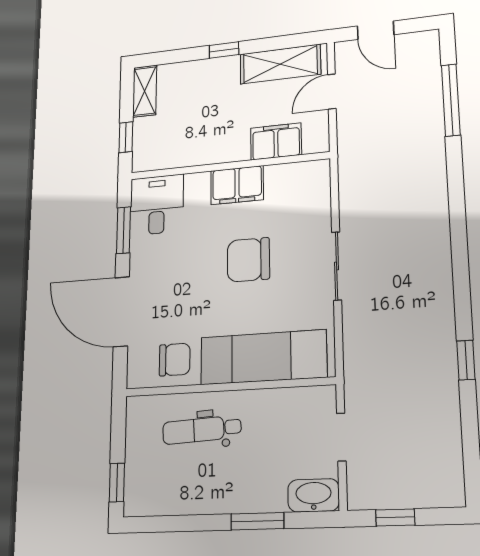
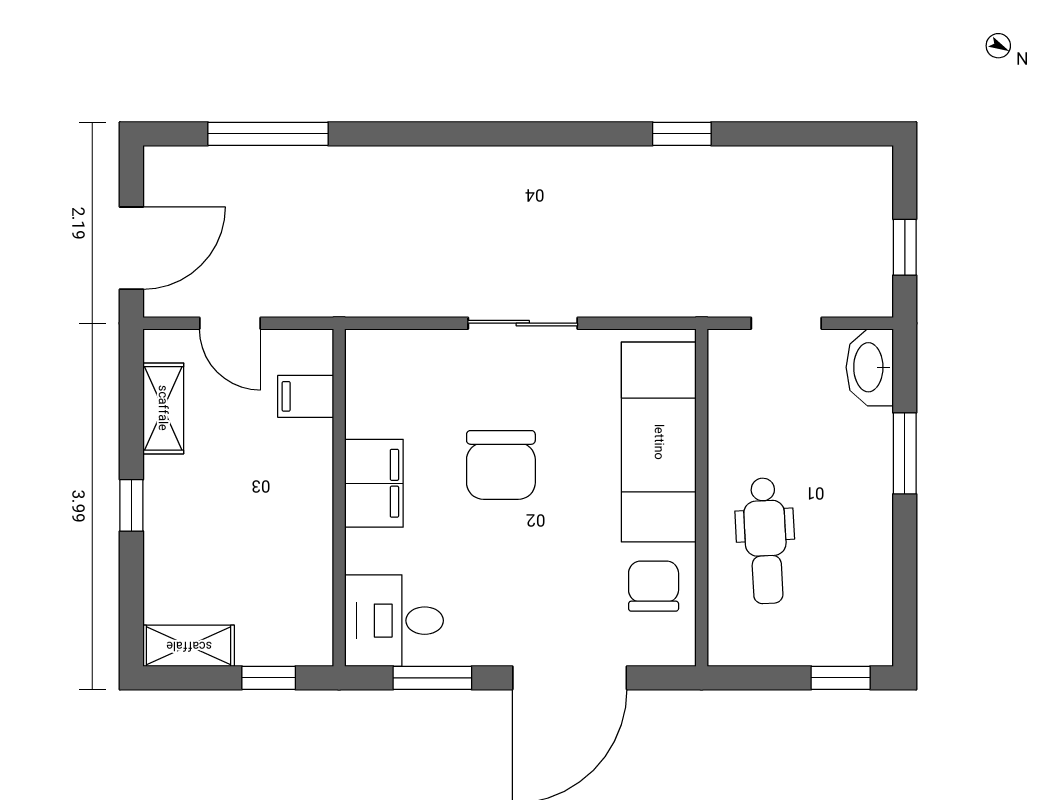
door: (376, 30) -> (131, 248), width x1.38
shelving: (280, 64) -> (163, 408), width x0.67, depth x0.75
filing cabinet: (276, 141) -> (306, 396), width x0.50

